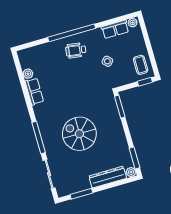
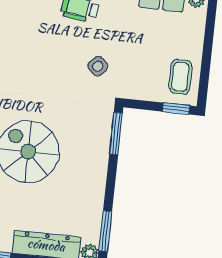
side table: (107, 61) -> (98, 66), moved

